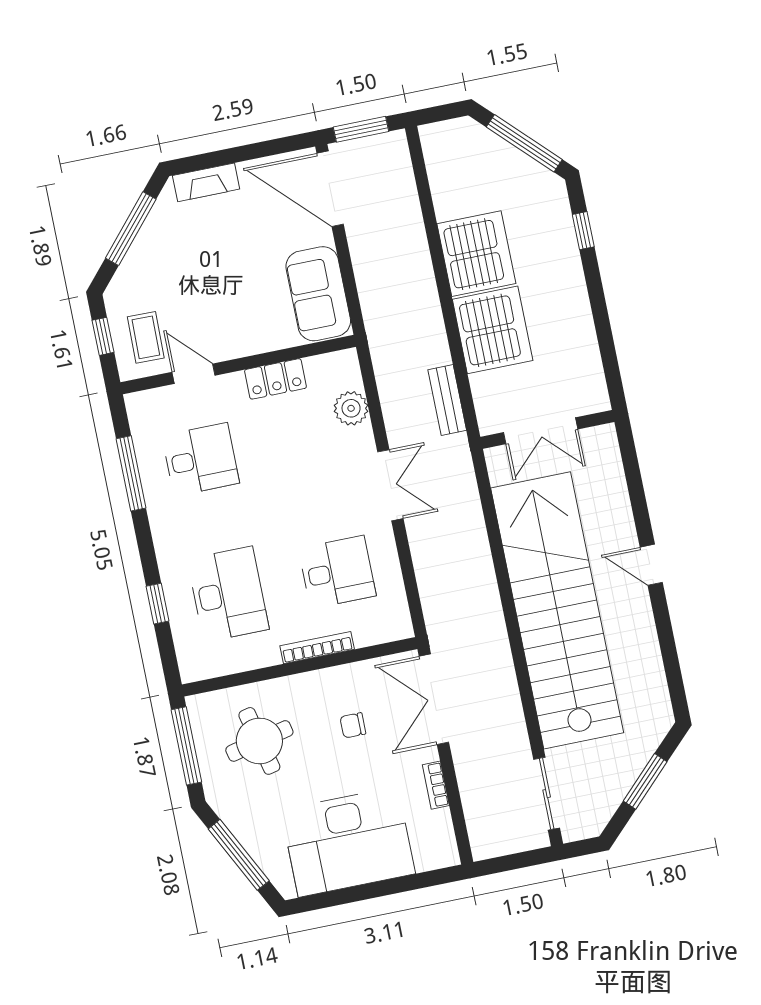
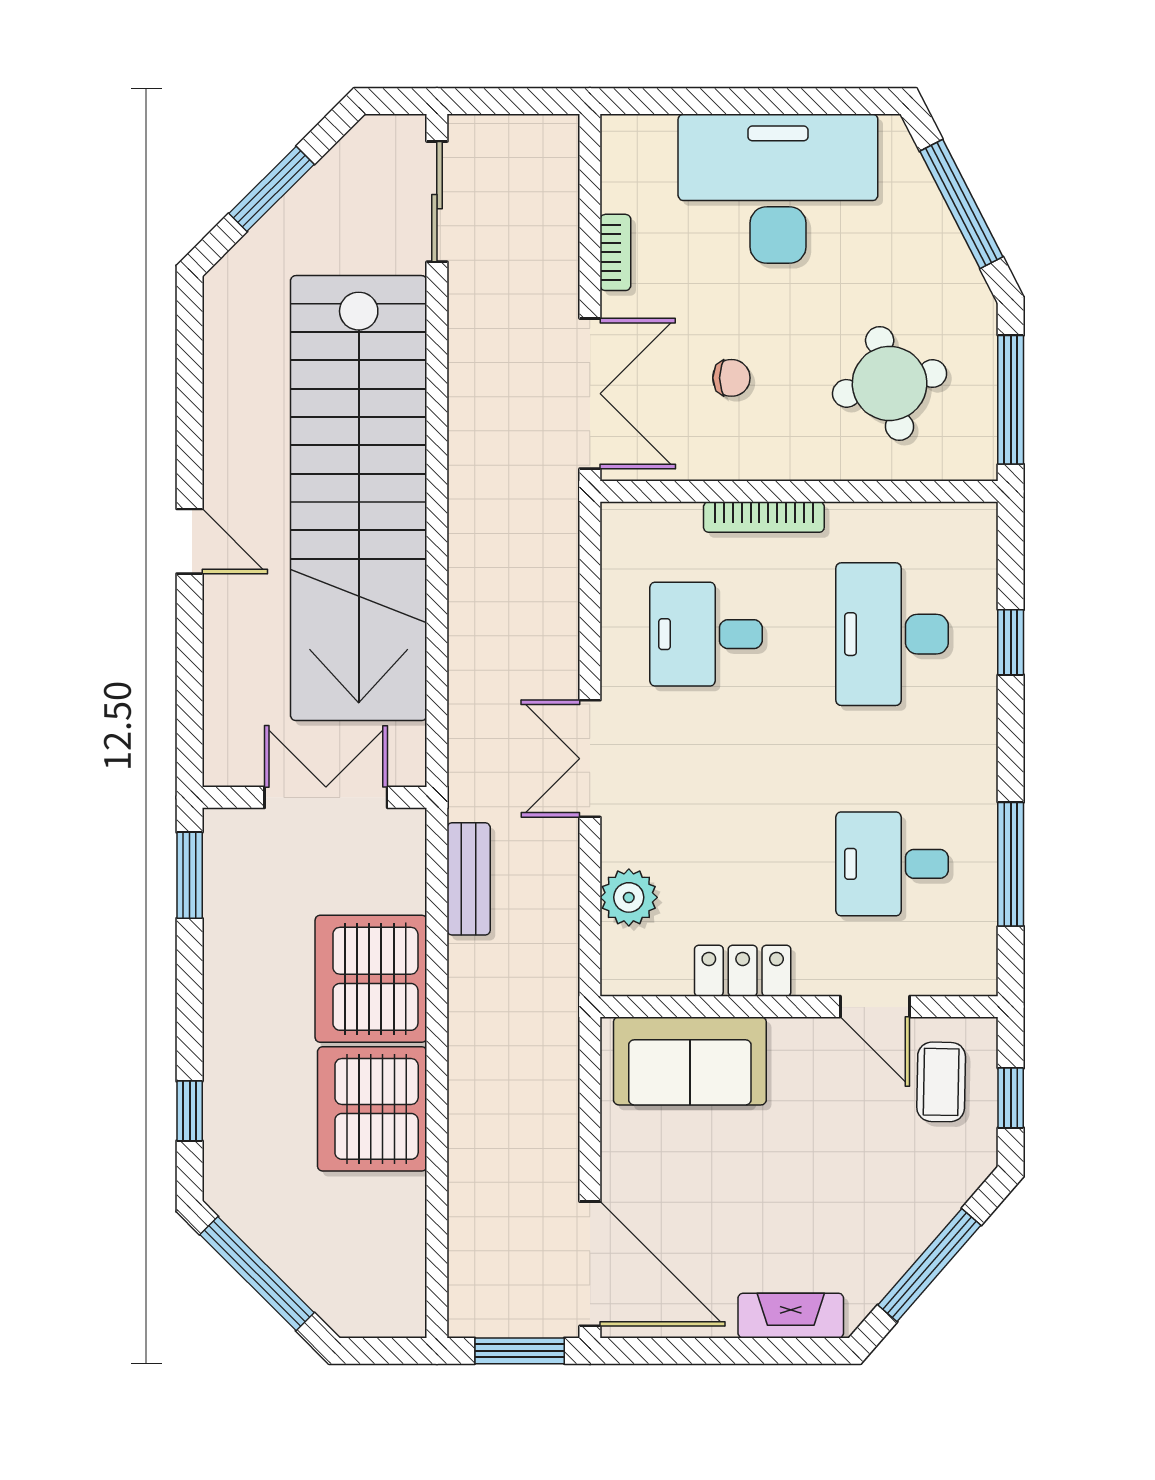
sofa: (318, 294) -> (690, 1061), moved, turned 90
window: (611, 369) -> (190, 875), added

